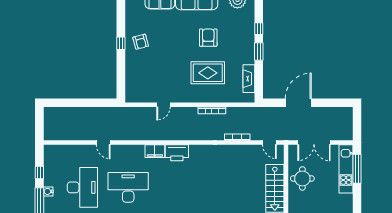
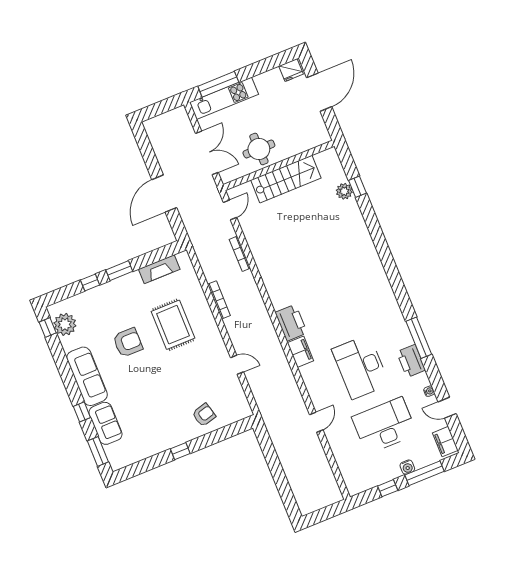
armchair: (208, 38) -> (128, 342), turned 180
armchair: (141, 42) -> (204, 415), moved
door: (298, 103) -> (164, 194), hinge flipped

